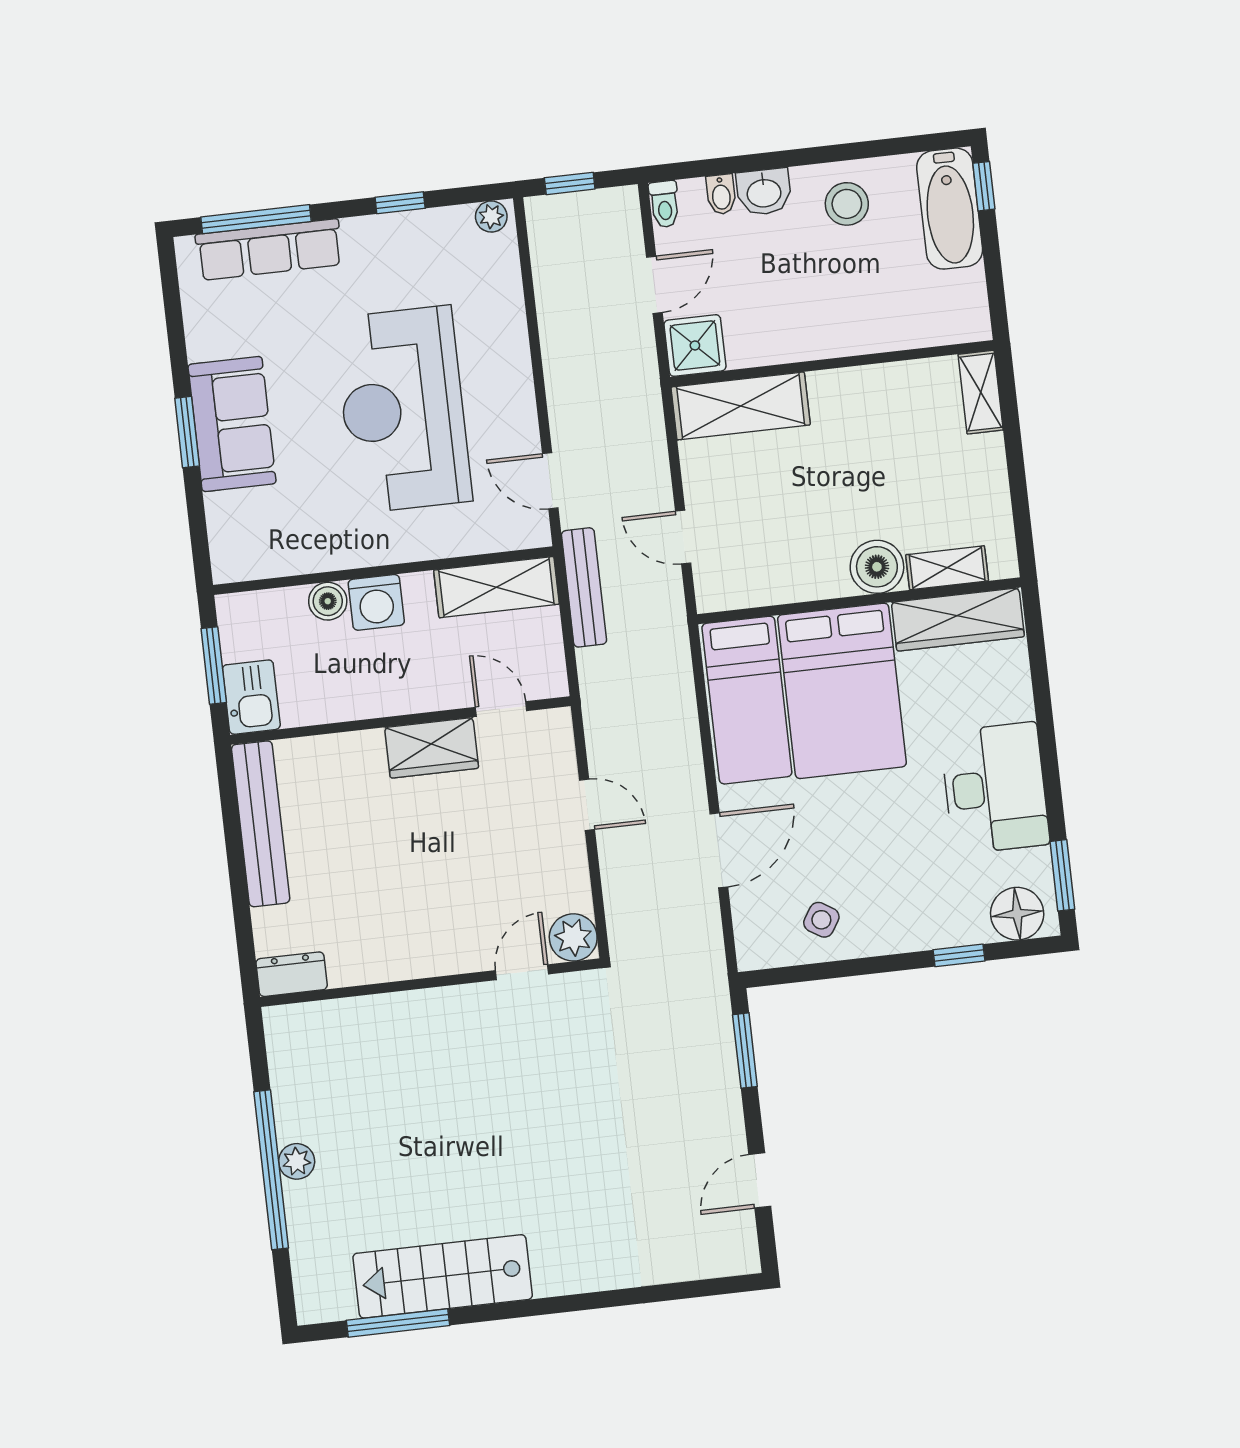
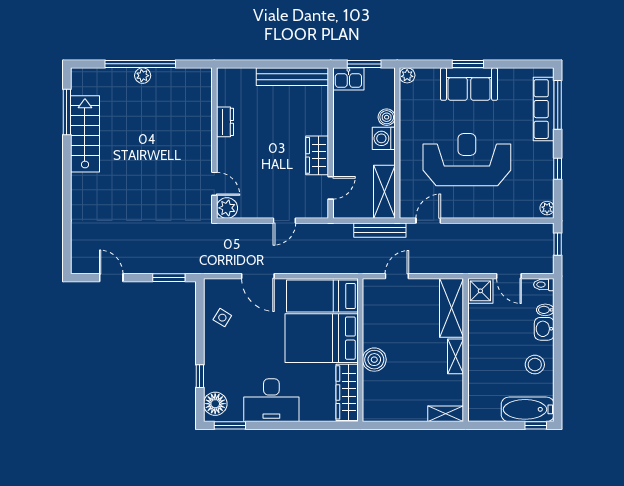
plant: (228, 566) -> (407, 75), added
shelving: (947, 568) -> (456, 356), moved
dresser: (292, 974) -> (225, 122), moved

